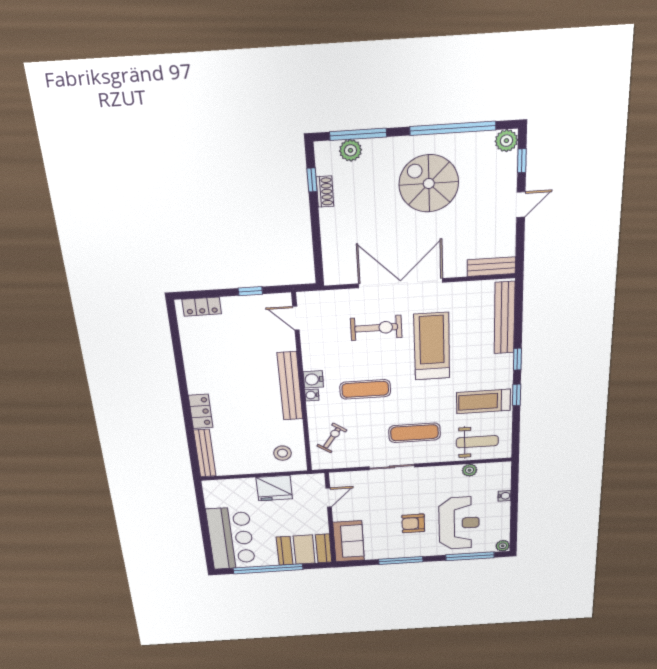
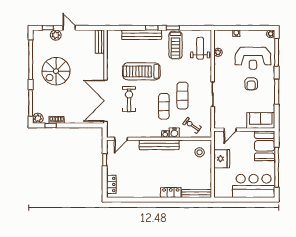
plant: (506, 141) -> (56, 35), moved
plant: (350, 150) -> (38, 118), moved
double door: (401, 283) -> (106, 101), moved
bench: (505, 318) -> (142, 35), moved
water cooler: (313, 379) -> (174, 133), moved
exercise mat: (415, 433) -> (182, 96), moved
door: (329, 498) -> (230, 130), swing flipped
reception desk: (459, 523) -> (253, 58), turned 180

